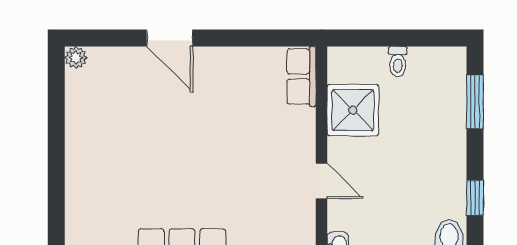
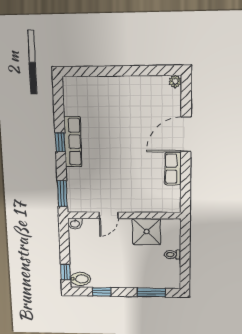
door: (170, 38) -> (186, 134), width x1.36
row of seats: (301, 76) -> (173, 169), moved, turned -90

